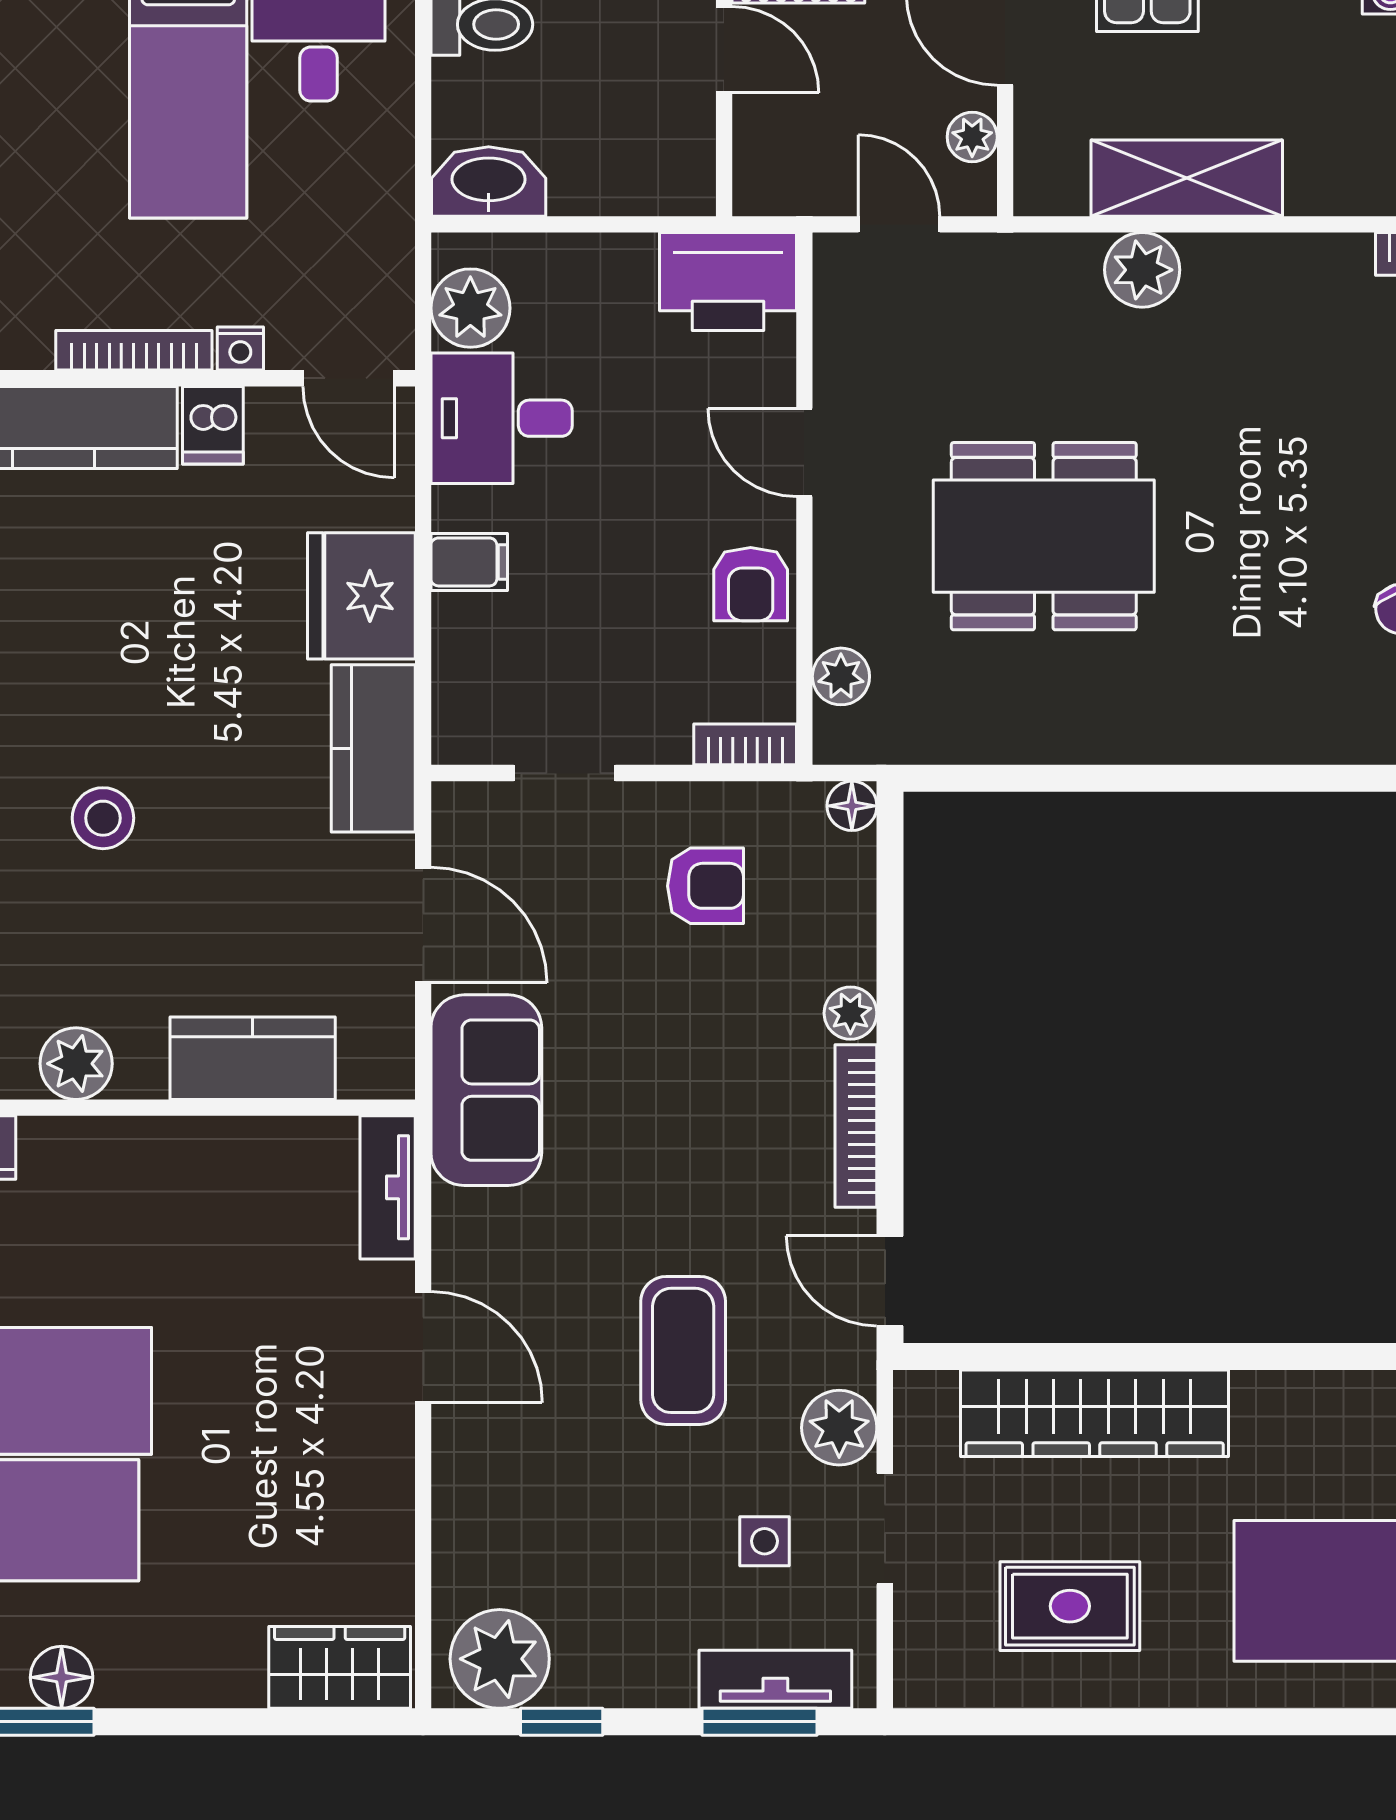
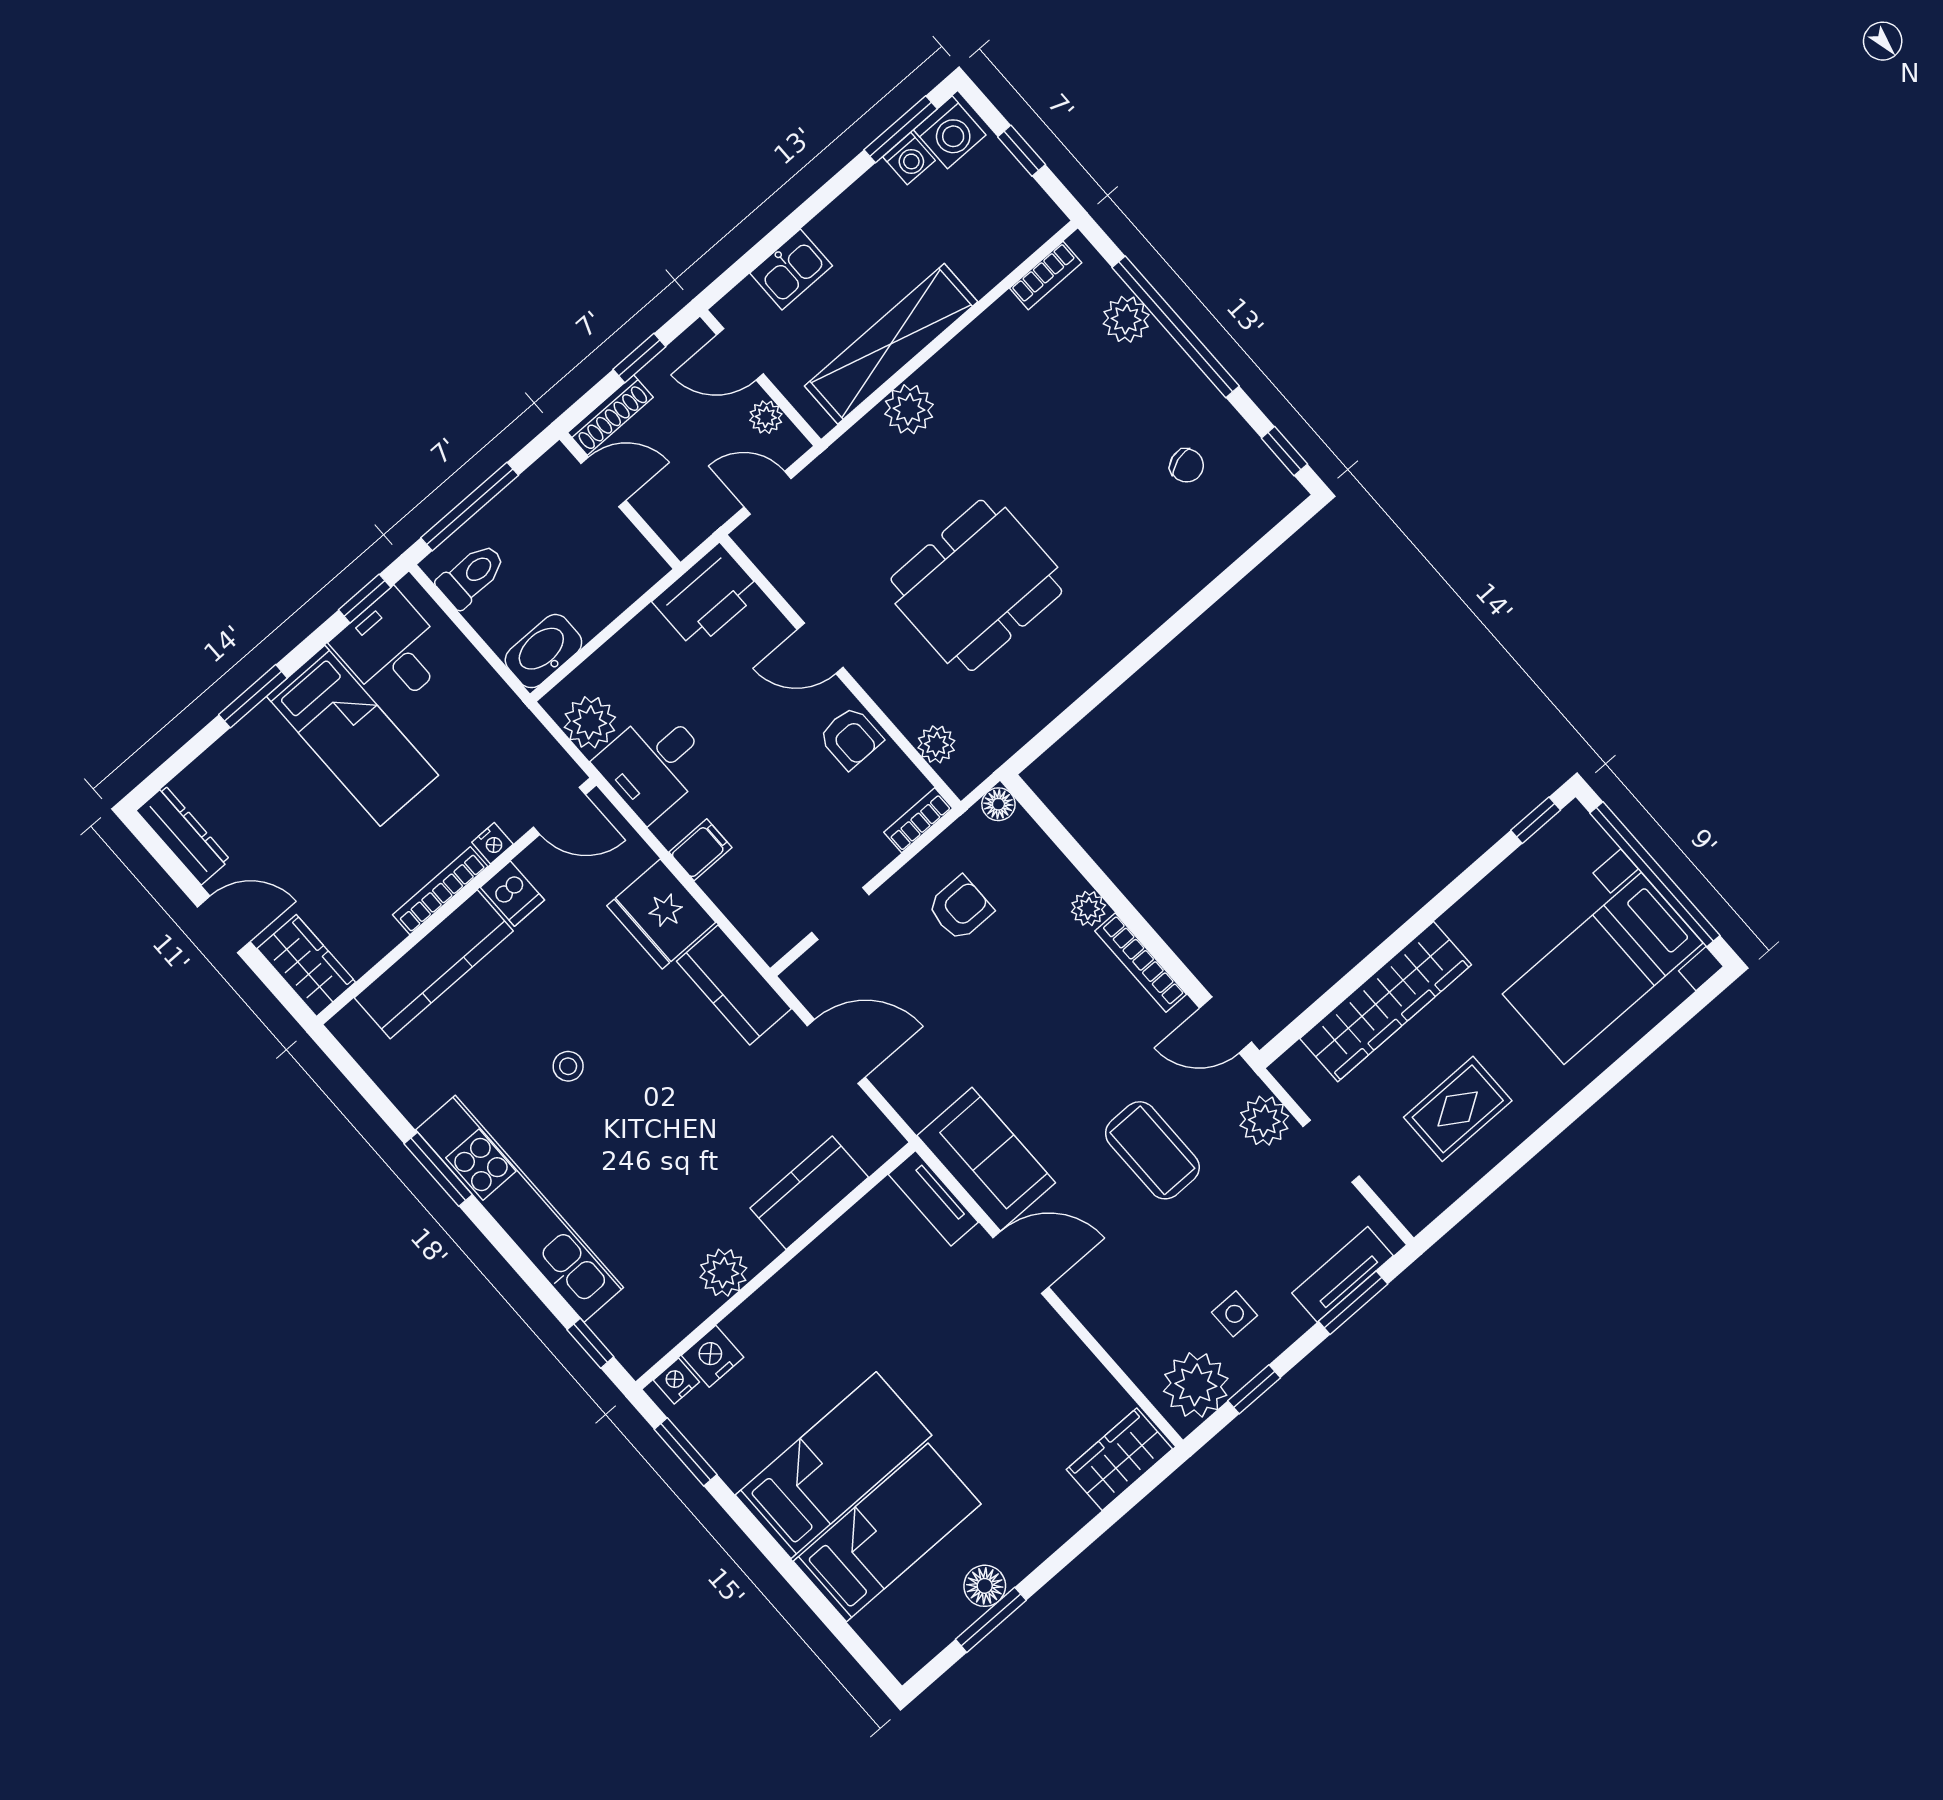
shelving: (1187, 178) -> (891, 344), width x1.47
stool: (103, 818) -> (568, 1066), moved, width x0.73, depth x0.73
sofa: (486, 1090) -> (986, 1159), moved
side table: (764, 1541) -> (1235, 1314), moved

